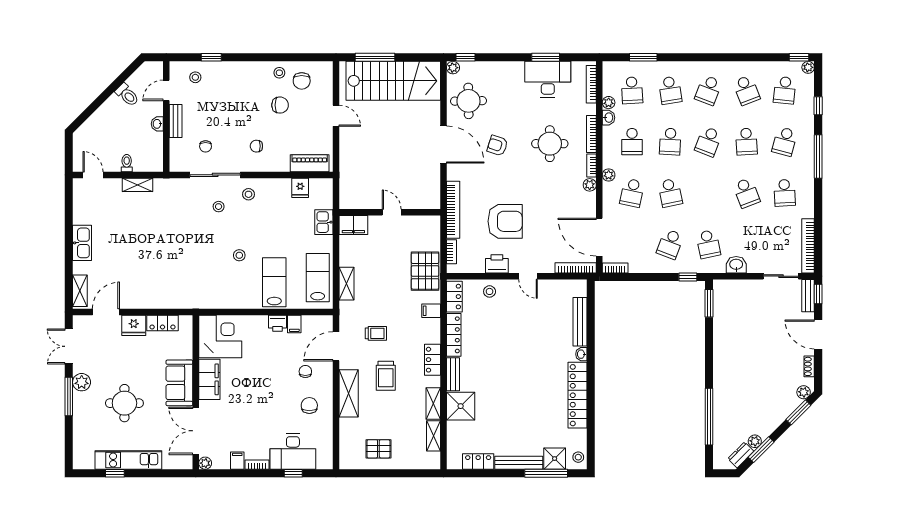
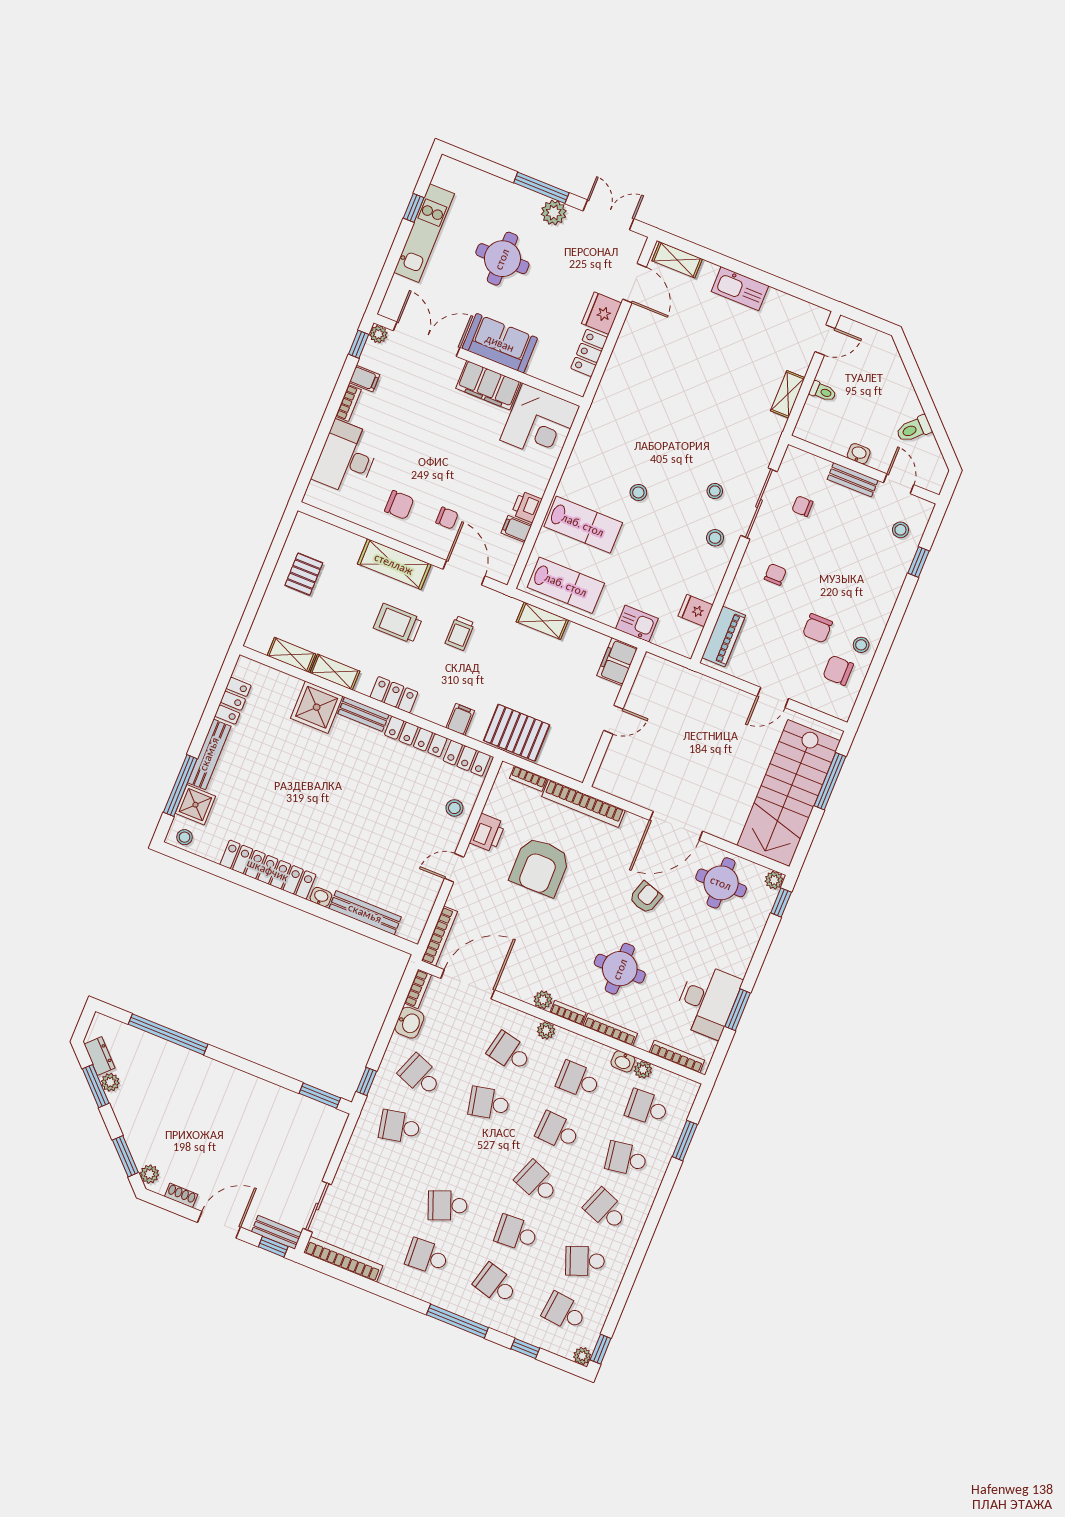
washbasin: (736, 265) -> (409, 1023), moved
window: (293, 473) -> (359, 344), moved

